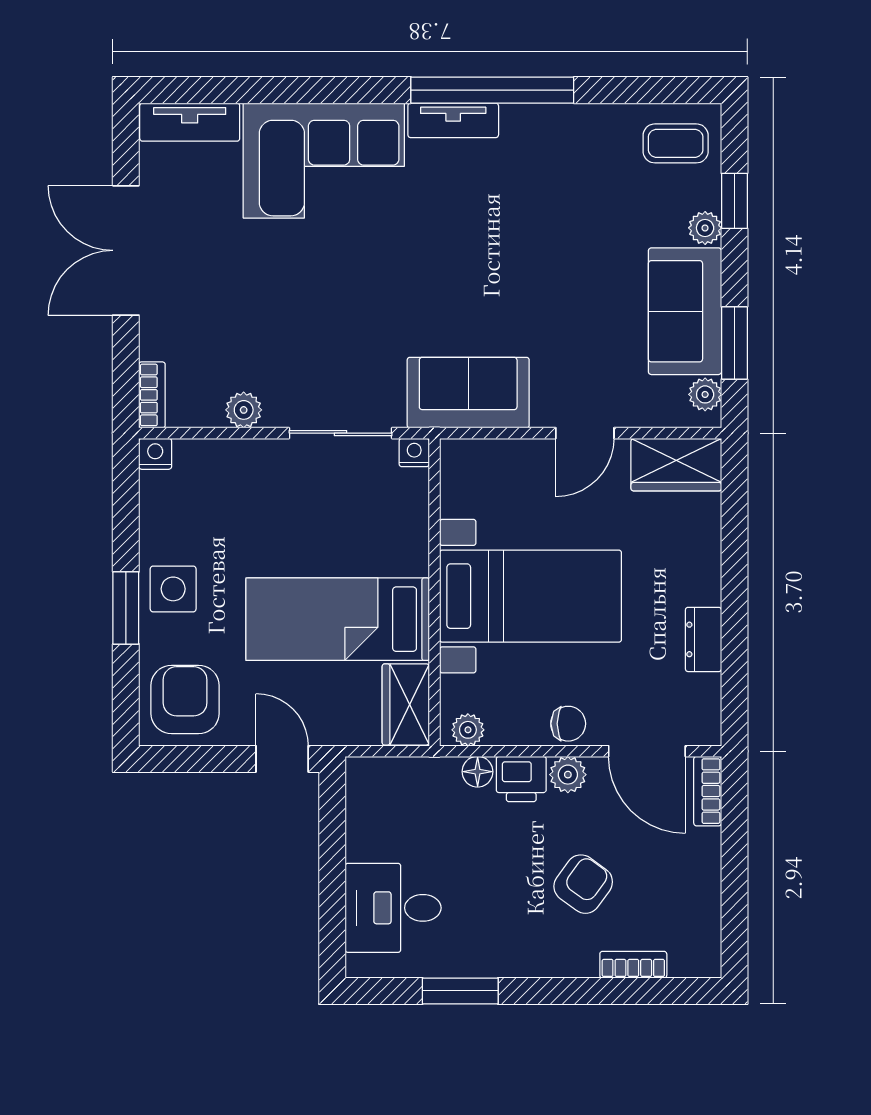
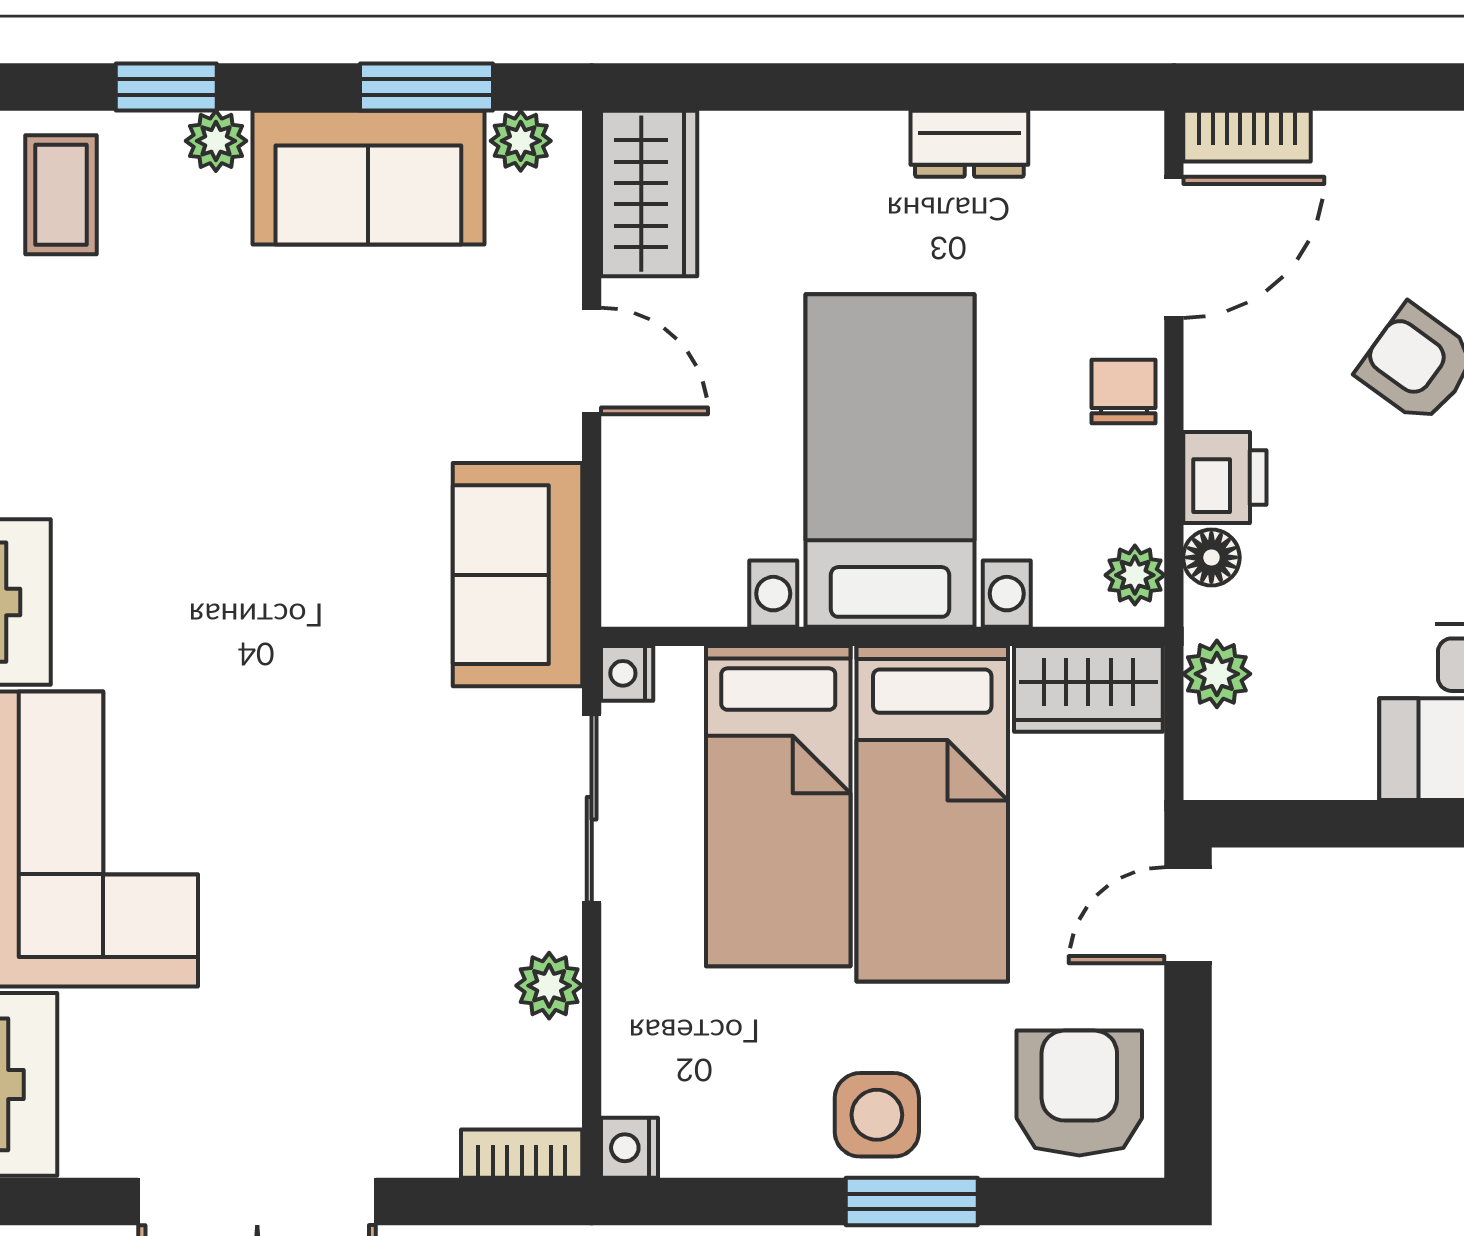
bed: (342, 535) -> (778, 806), added
armchair: (185, 699) -> (1079, 1093), turned 90
plant: (568, 775) -> (1217, 674), moved

